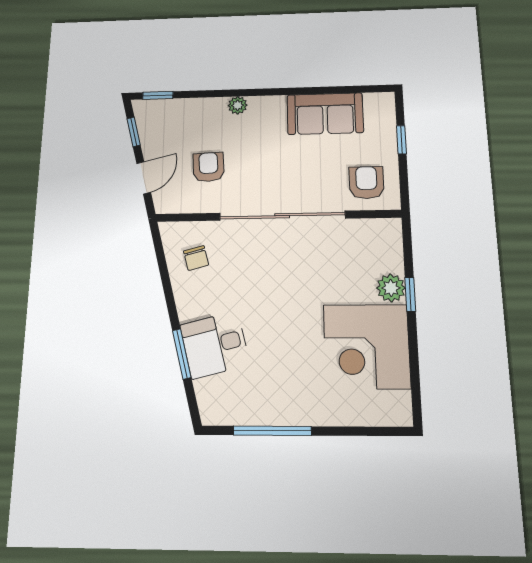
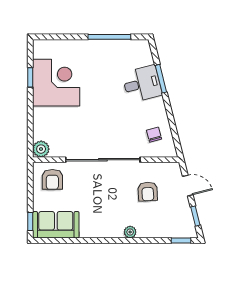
sofa: (325, 114) -> (56, 225), moved
window: (401, 140) -> (30, 222), moved
door: (144, 178) -> (188, 186), swing flipped
plant: (391, 288) -> (41, 149), moved
window: (410, 294) -> (30, 77), moved

